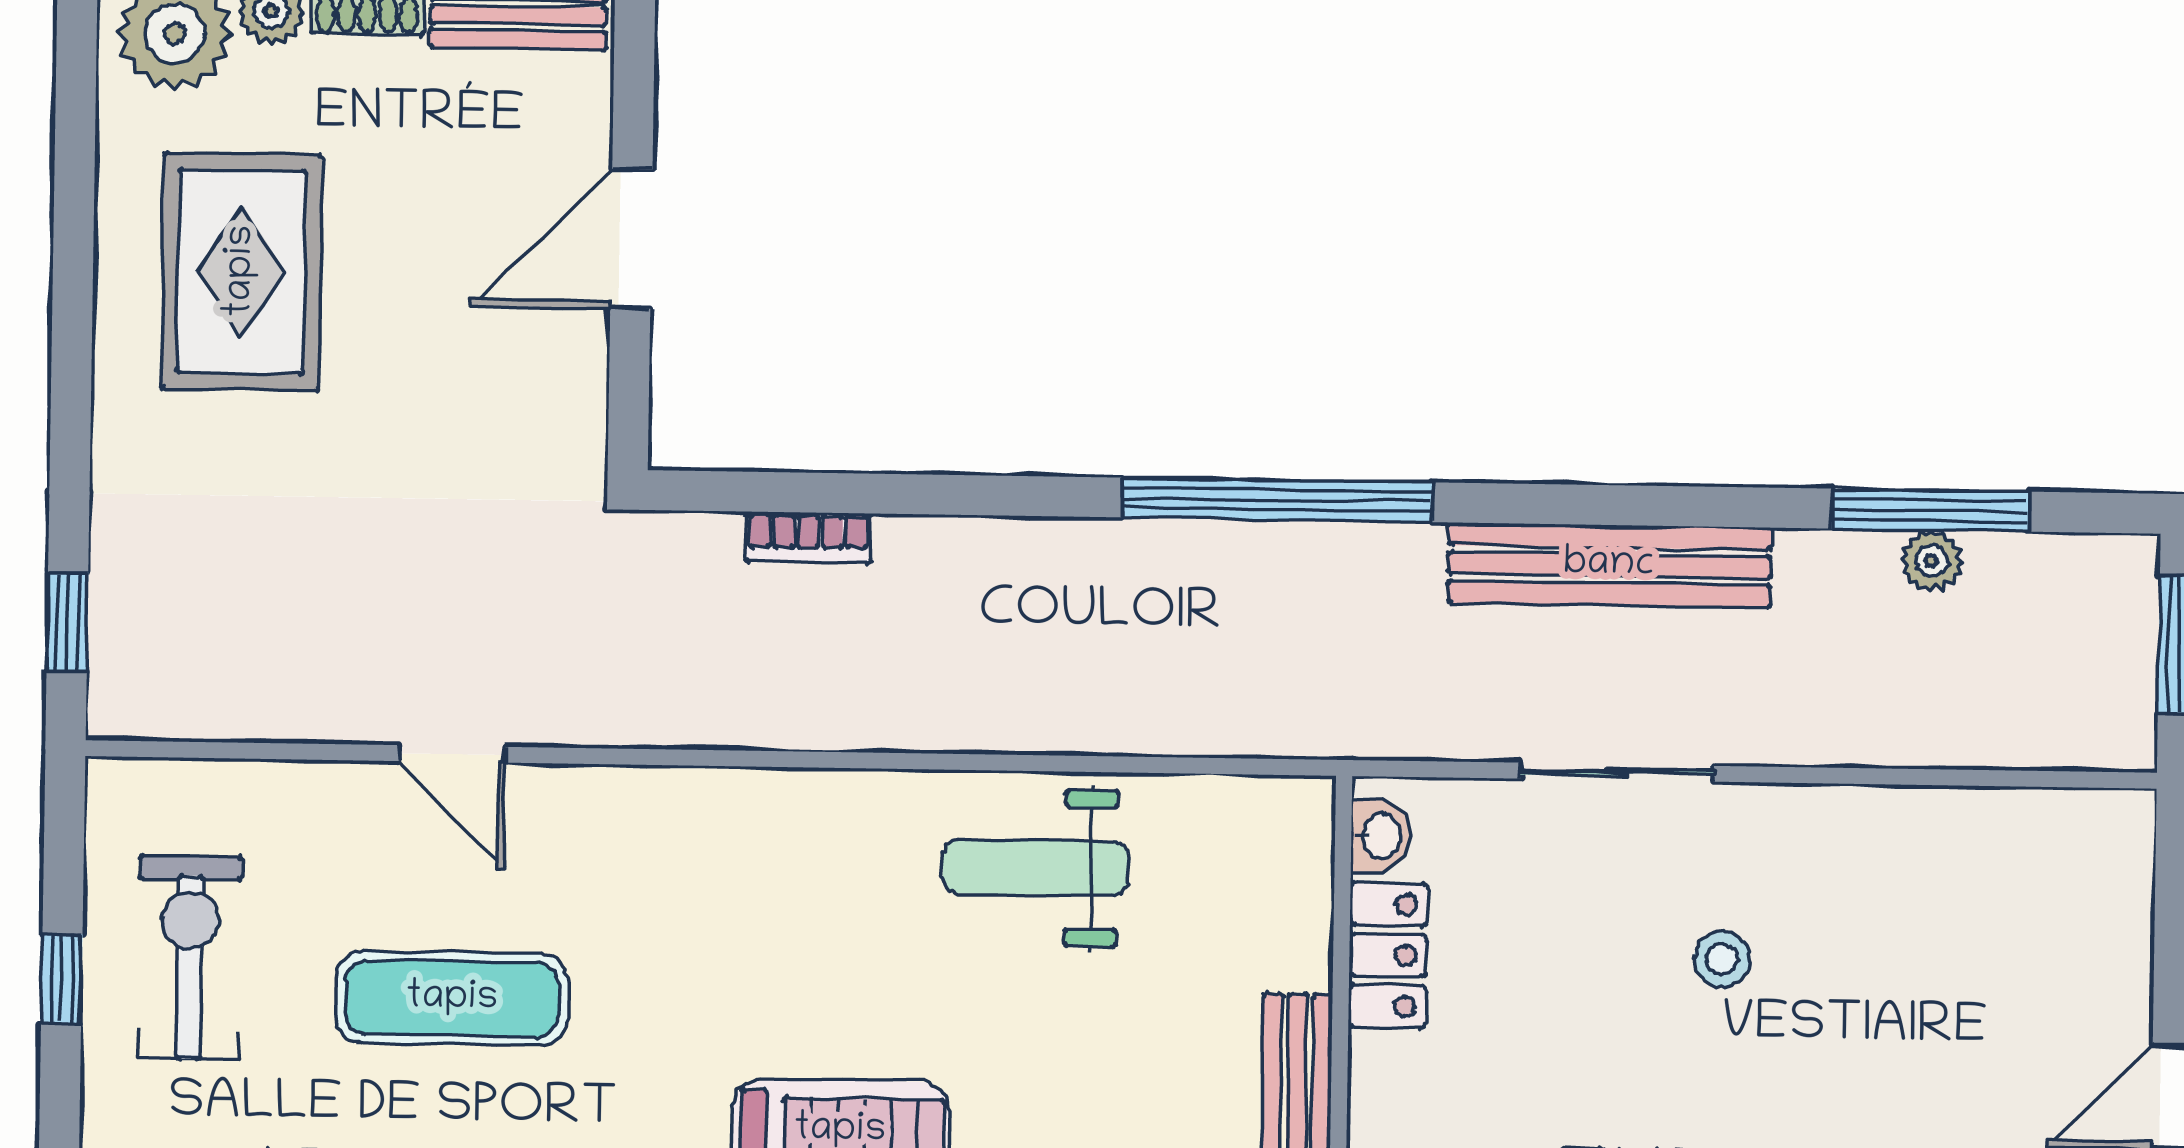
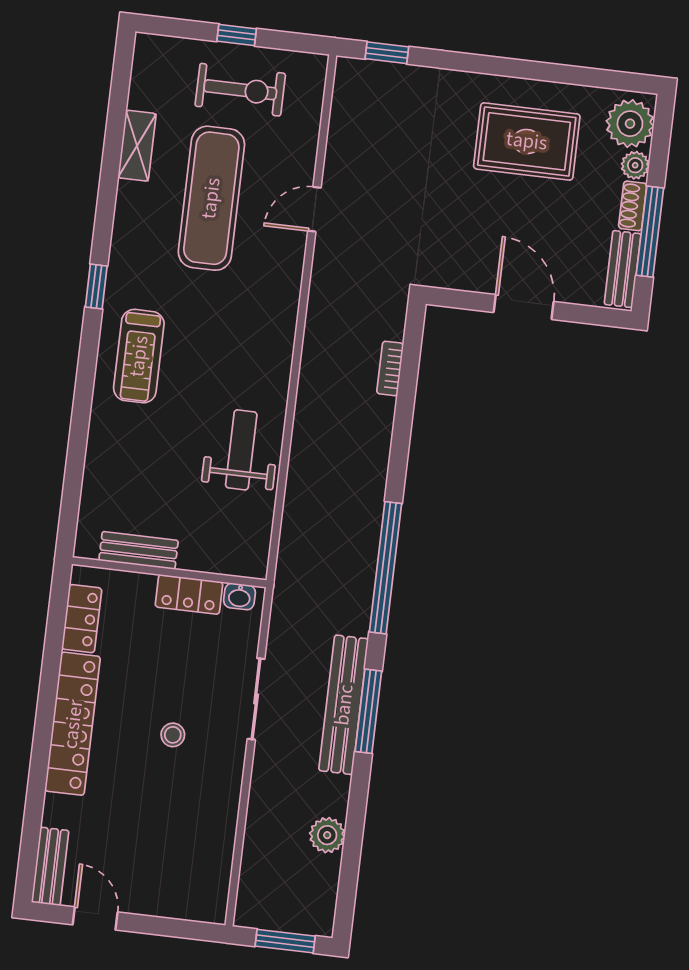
window: (1930, 510) -> (368, 711), moved
plant: (1931, 561) -> (327, 835), width x1.38, depth x1.38
exercise mat: (452, 999) -> (211, 198), width x1.36, depth x1.45

